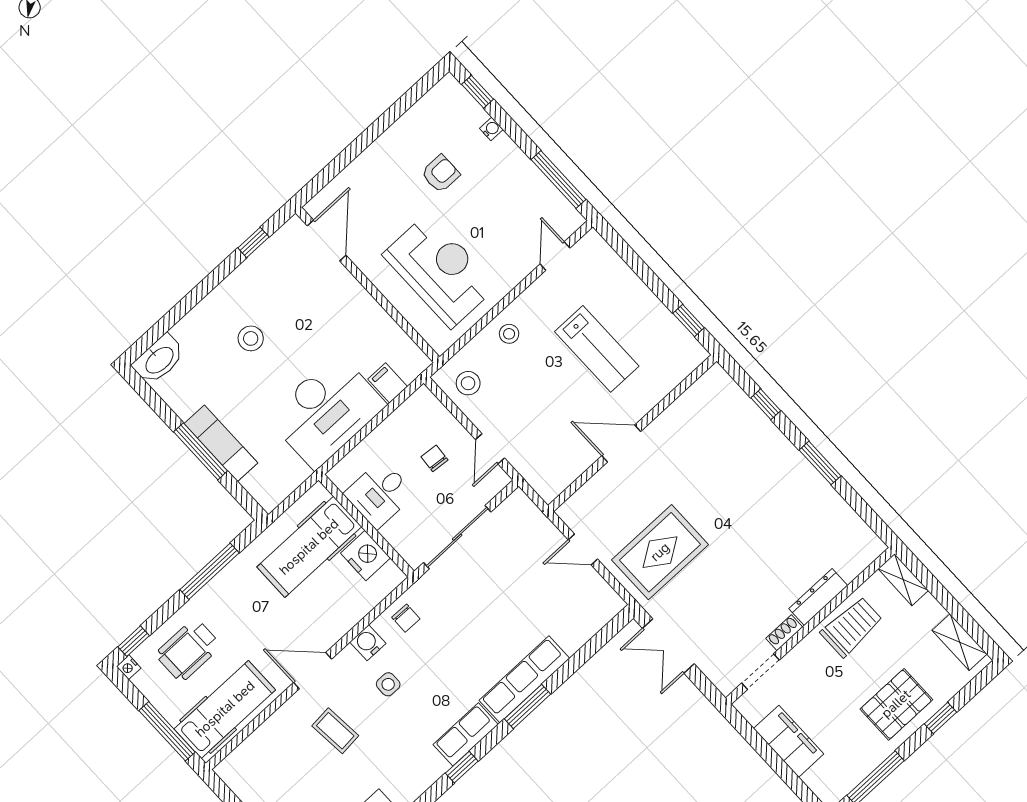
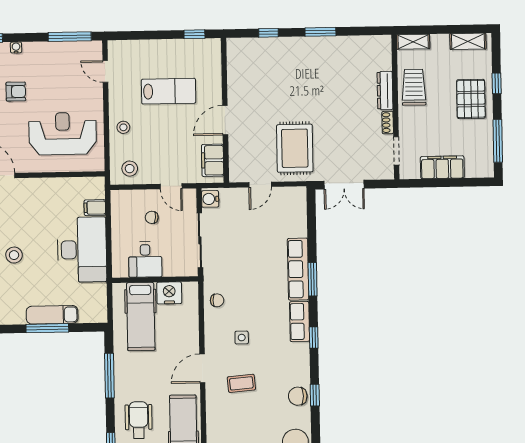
armchair: (440, 174) -> (16, 92), turned 90
filing cabinet: (562, 470) -> (213, 160), added
water cooler: (368, 643) -> (210, 199), moved
wheelchair: (188, 650) -> (139, 420), turned 180

